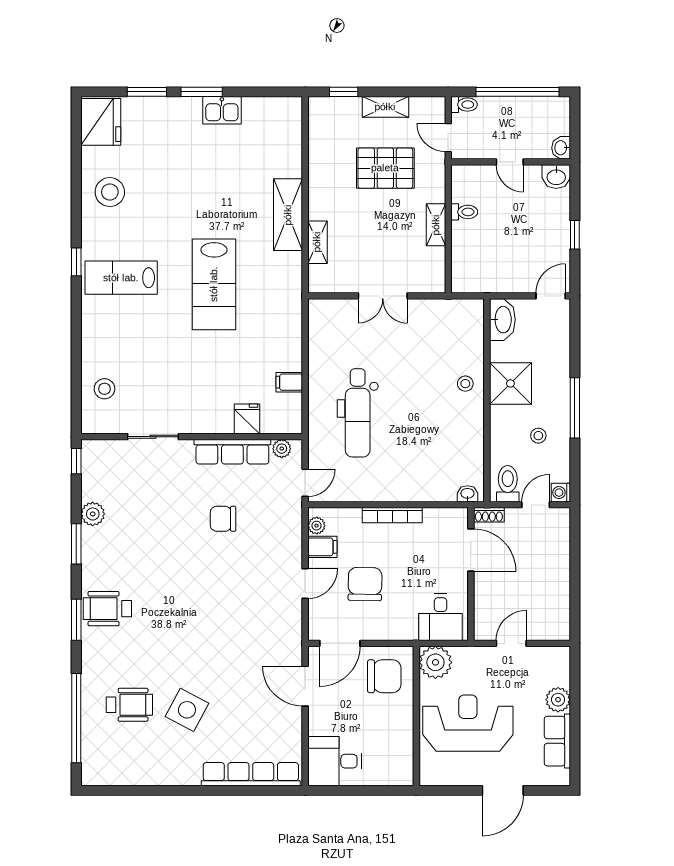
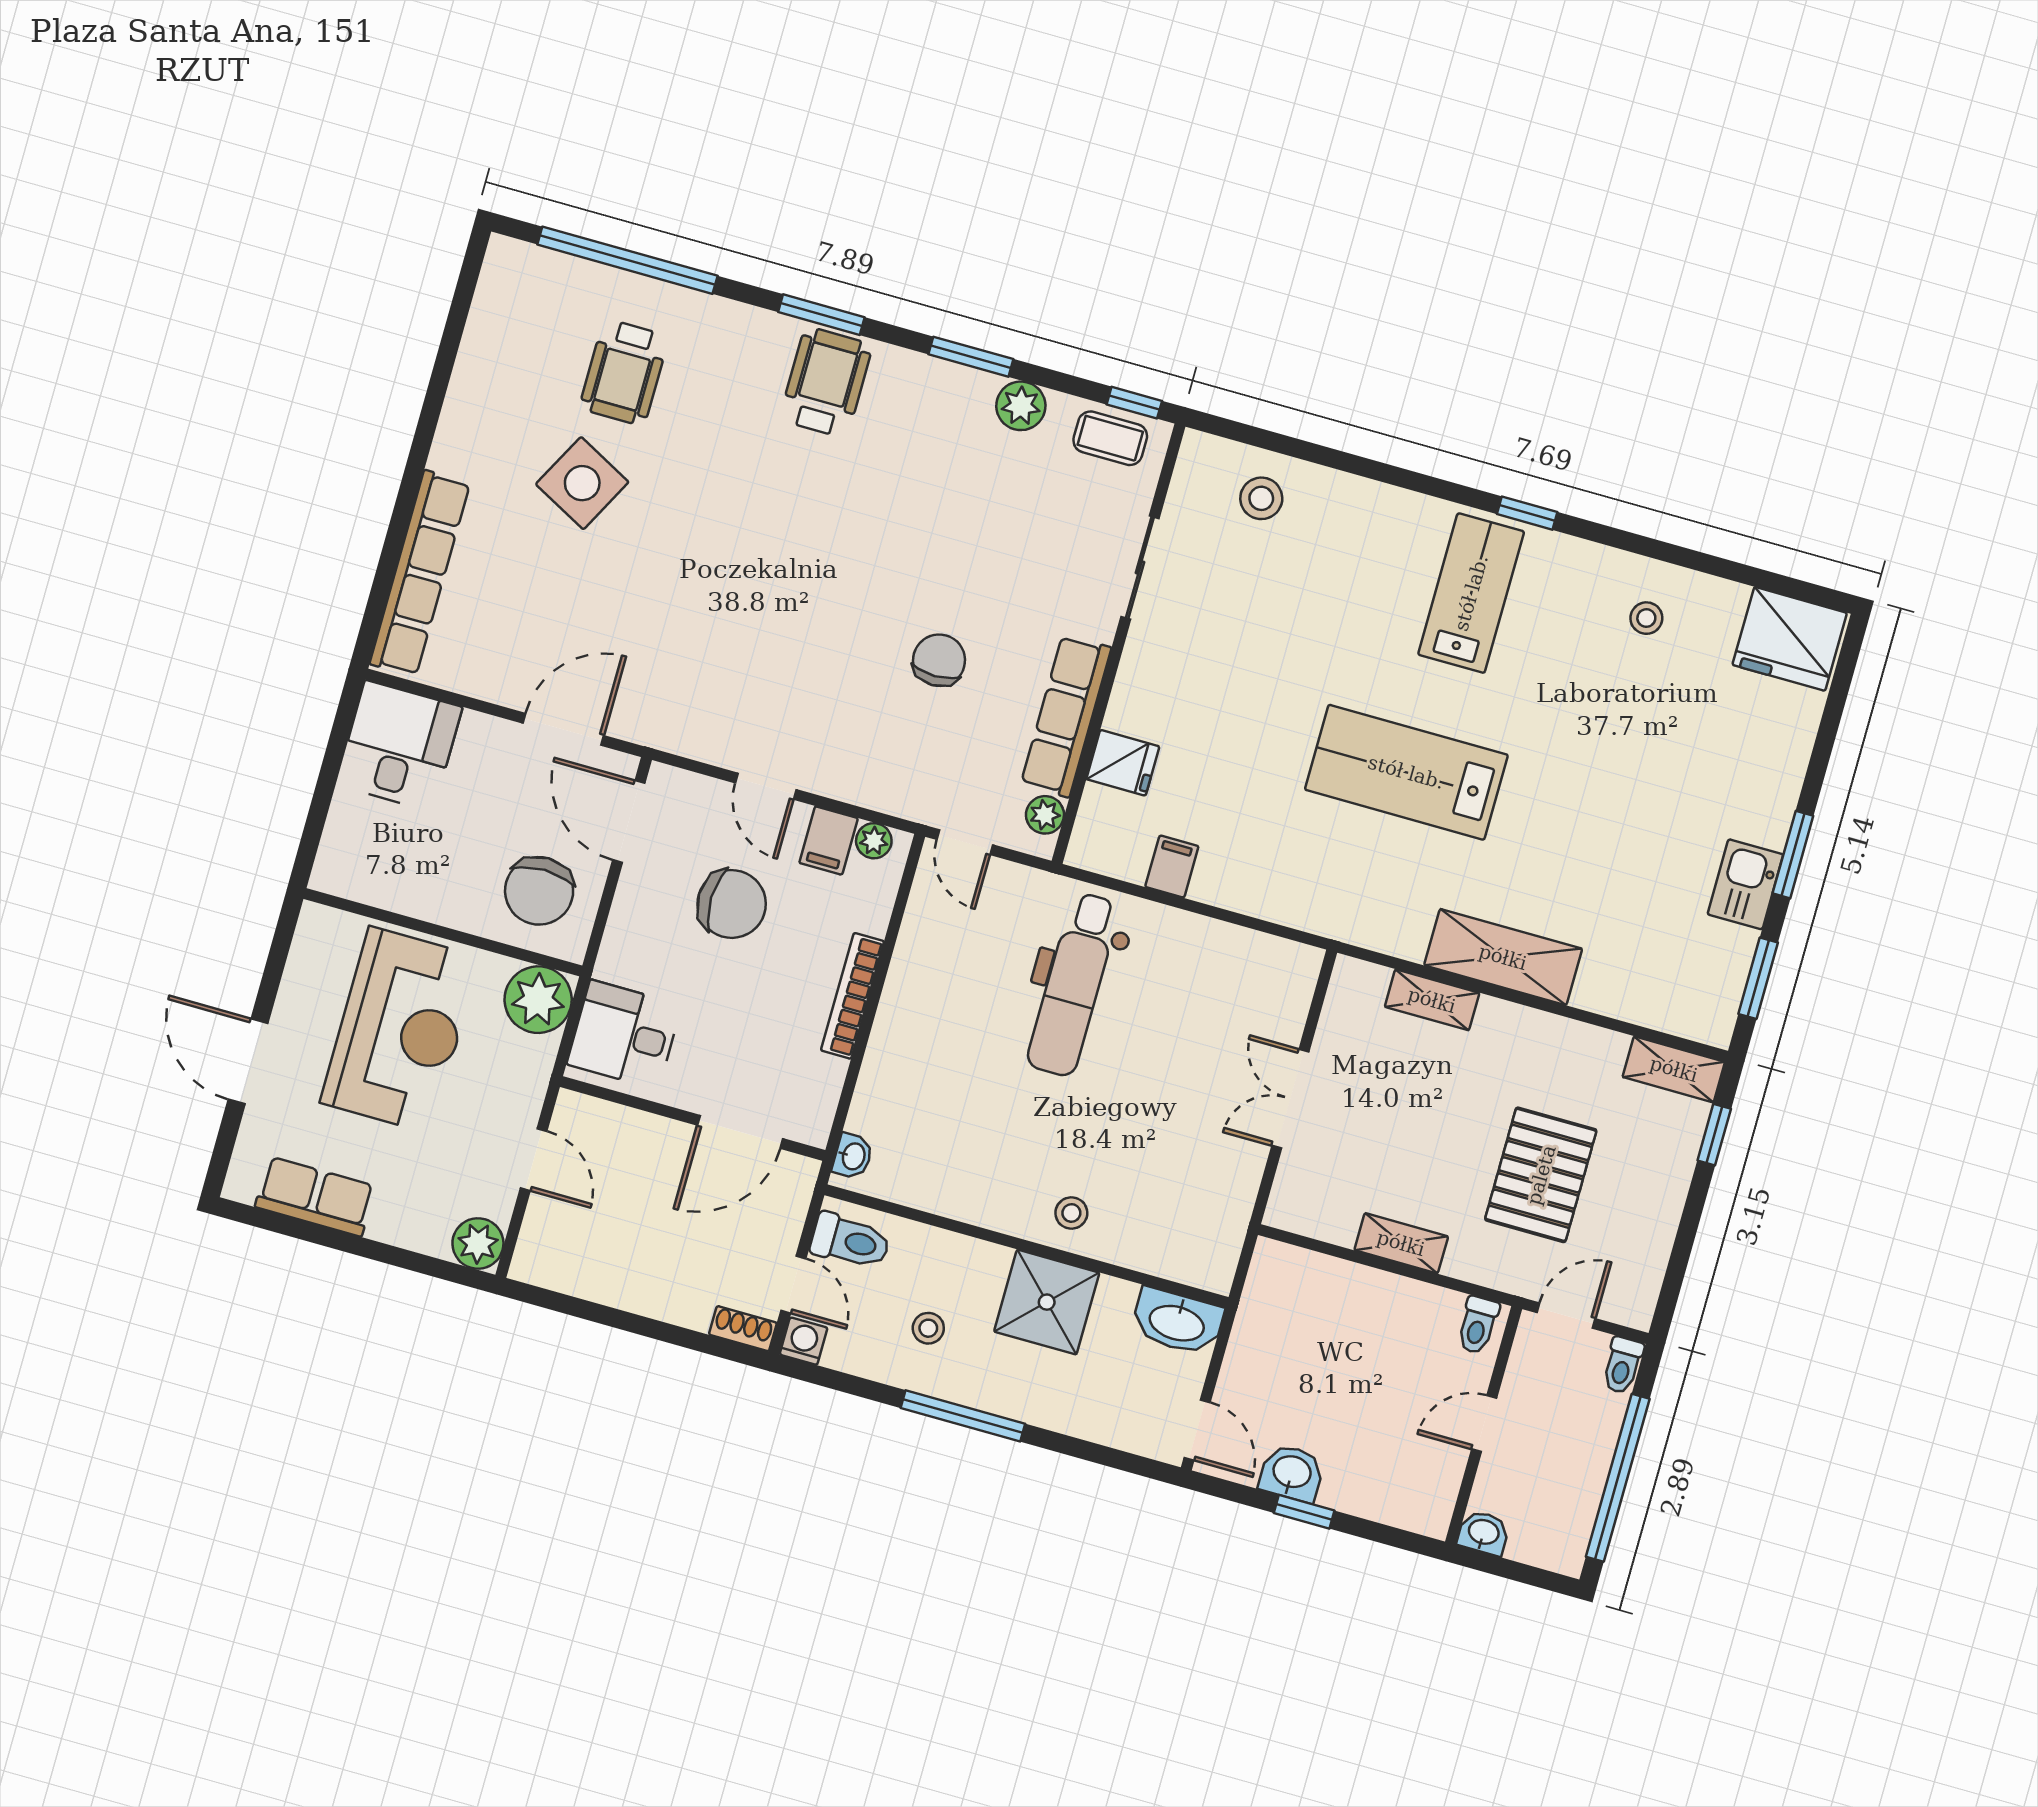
window: (147, 92) -> (1758, 978), moved
shelving: (385, 107) -> (1674, 1069), moved, turned 90
washbasin: (556, 177) -> (1292, 1473), moved, turned 90
stool: (110, 192) -> (1646, 618), width x0.53, depth x0.53
toilet: (464, 212) -> (1478, 1325), moved
dental chair: (358, 413) -> (1073, 984), turned -90
coffee table: (96, 468) -> (1110, 438), added
shoe rack: (489, 515) -> (743, 1329), moved, turned 90
plant: (558, 700) -> (478, 1244), moved

